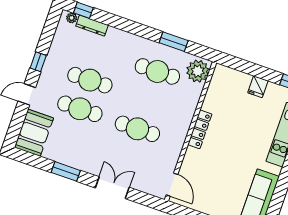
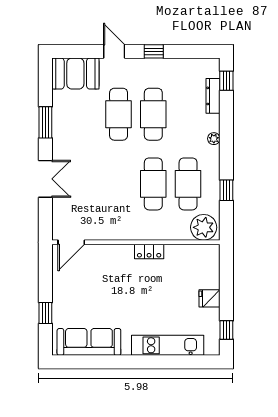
plant: (72, 18) -> (214, 139), moved
window: (174, 42) -> (226, 190), width x0.67
cafe table: (137, 129) -> (153, 184), moved
locker: (200, 129) -> (149, 252), width x0.66

